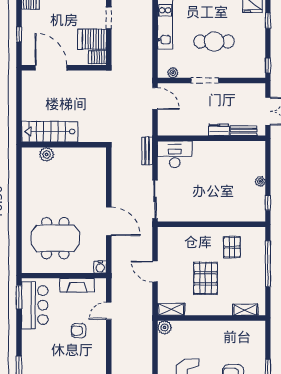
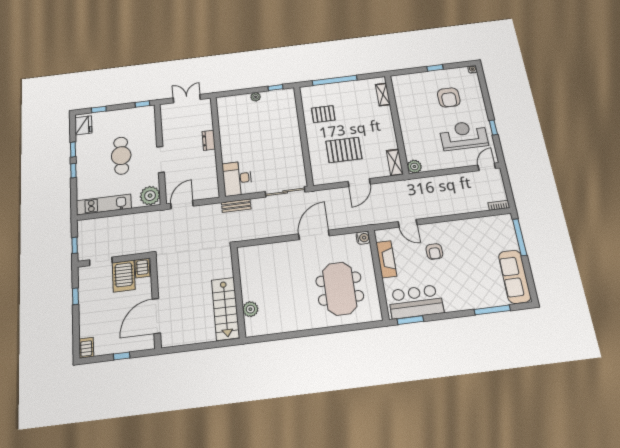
plant: (173, 73) -> (150, 196), width x1.88, depth x1.88
bench: (244, 131) -> (208, 118), removed
pallet: (206, 278) -> (344, 150), moved

